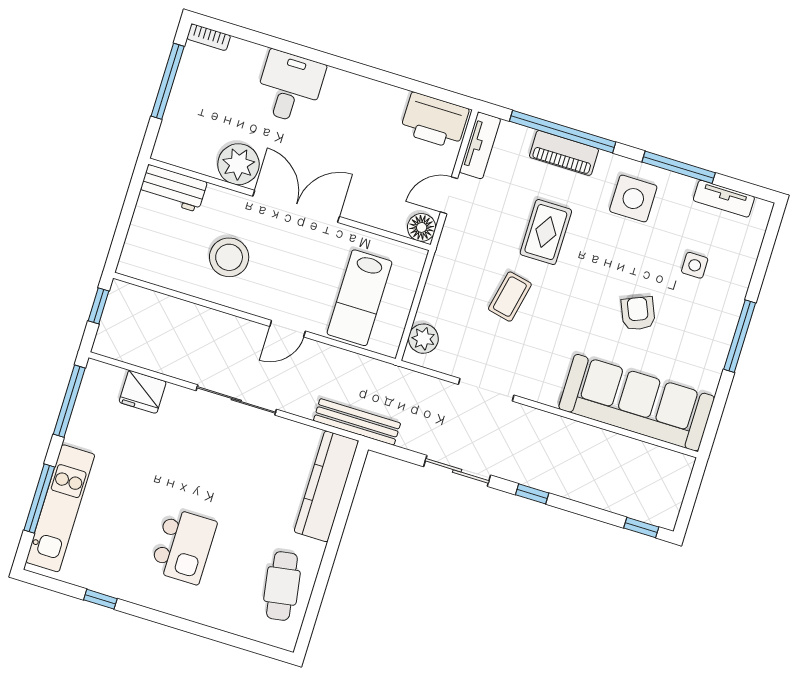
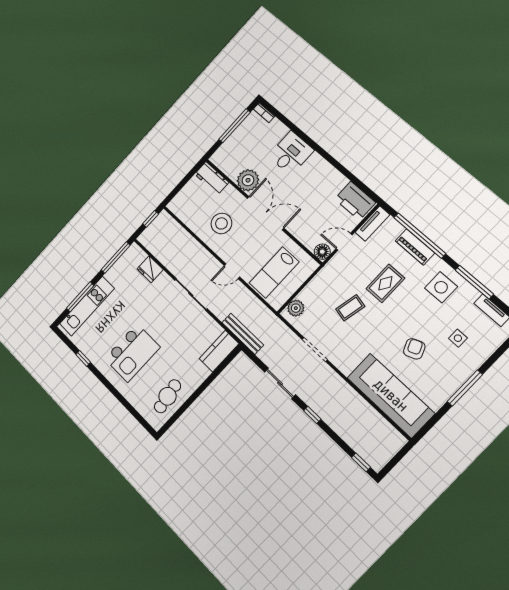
kitchen counter: (326, 486) -> (219, 351), width x0.67
kitchen island: (184, 546) -> (132, 353), width x1.37, depth x1.28

